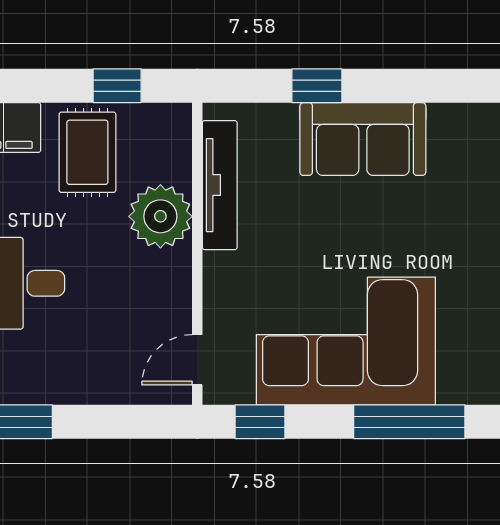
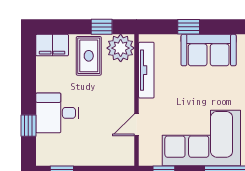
plant: (160, 216) -> (121, 48), moved
door: (197, 360) -> (137, 125), moved

